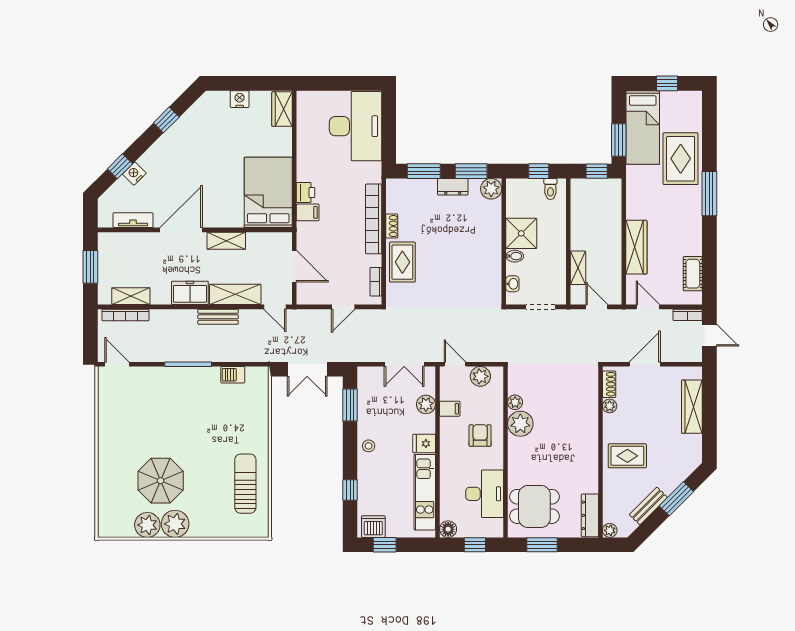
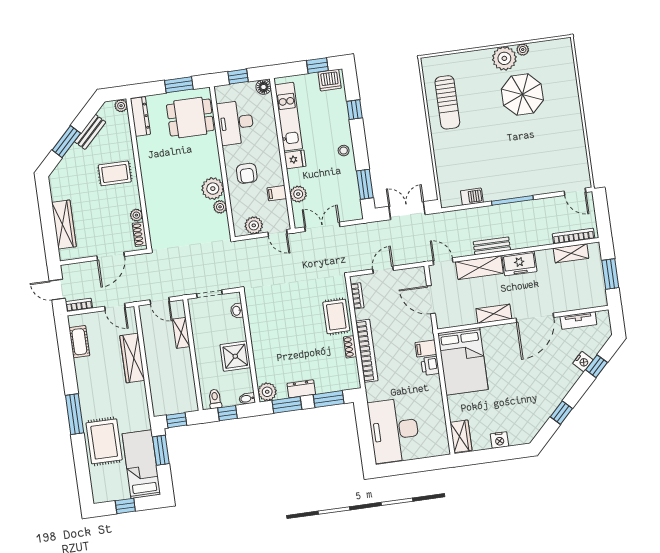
bidet: (515, 256) -> (247, 399), moved
plant: (147, 525) -> (523, 50), width x0.53, depth x0.53

